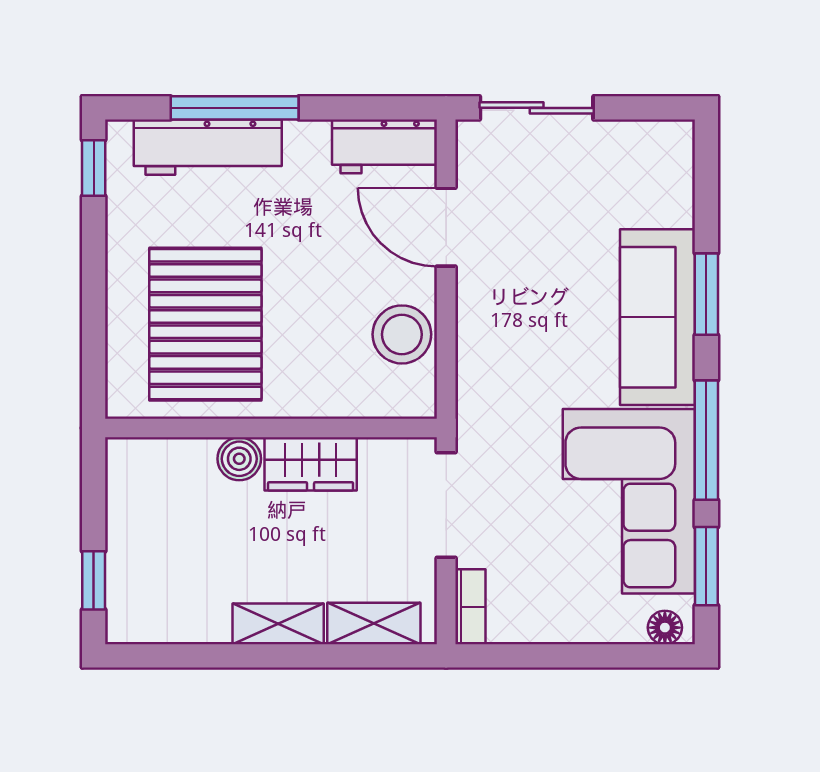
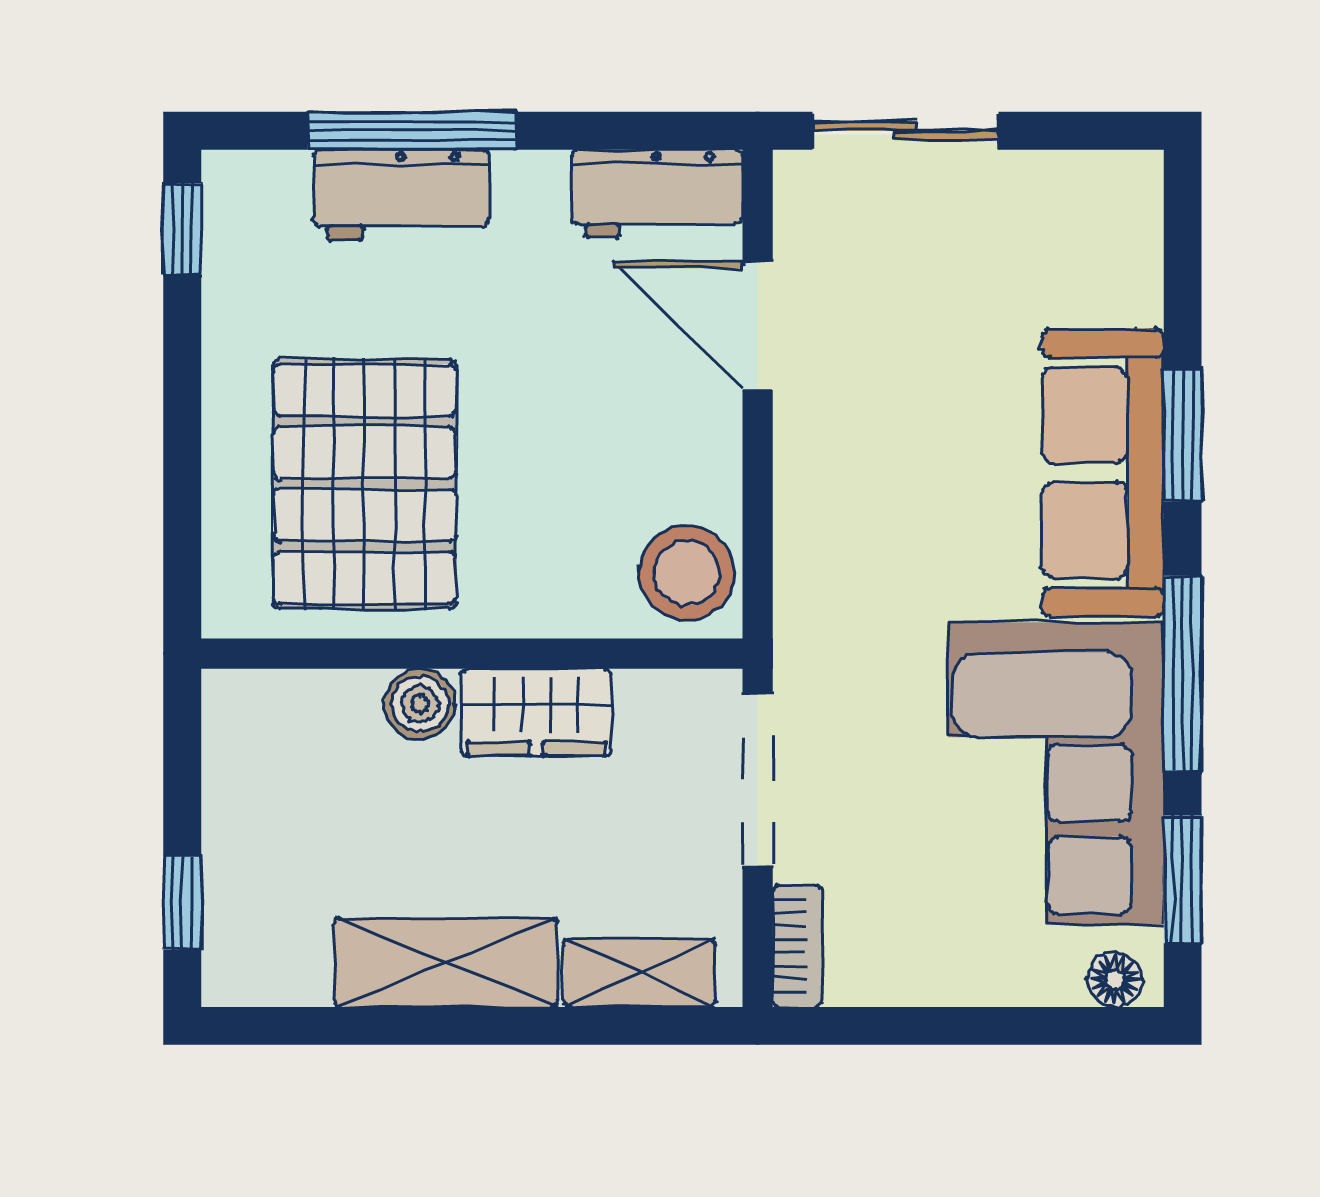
workbench: (208, 147) -> (401, 195), width x0.73
stool: (402, 334) -> (687, 573), moved
shelving: (278, 624) -> (446, 963), width x1.50, depth x1.33

